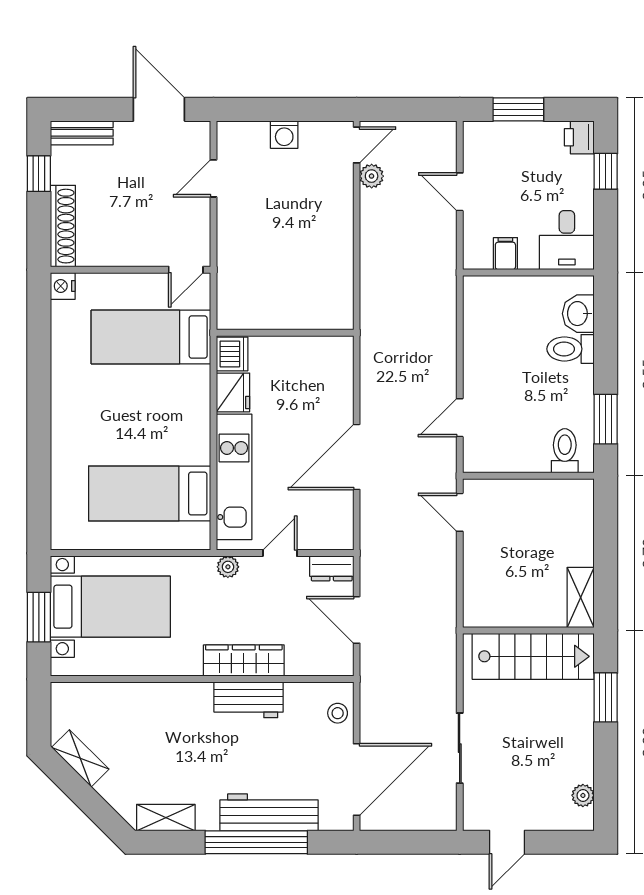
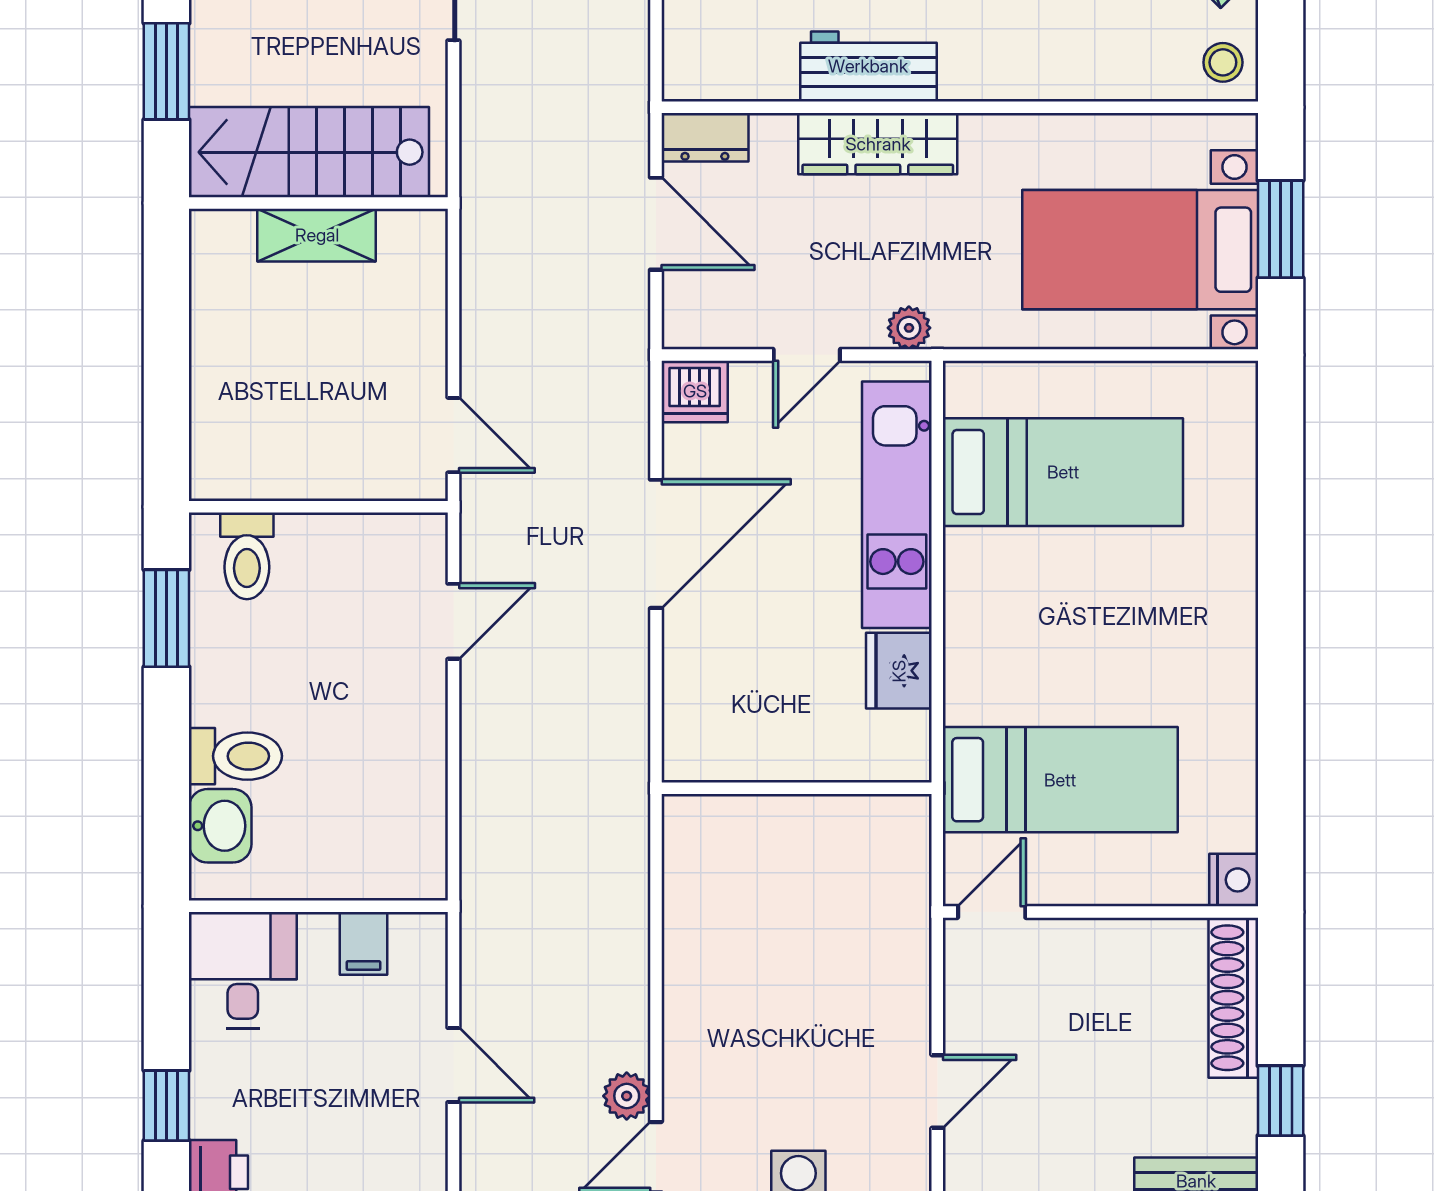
dishwasher: (232, 354) -> (695, 391), moved, turned -90
dresser: (332, 568) -> (705, 137), moved, turned 180
shelving: (581, 597) -> (317, 235), moved, turned 90
stool: (338, 713) -> (1223, 62), moved

